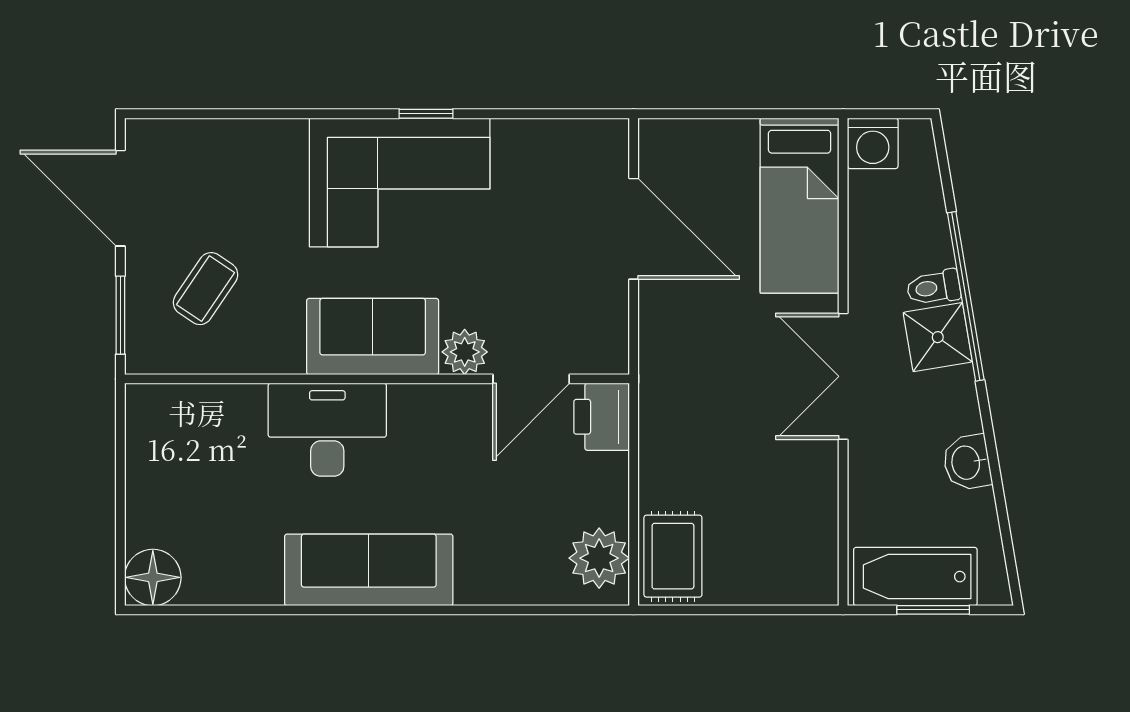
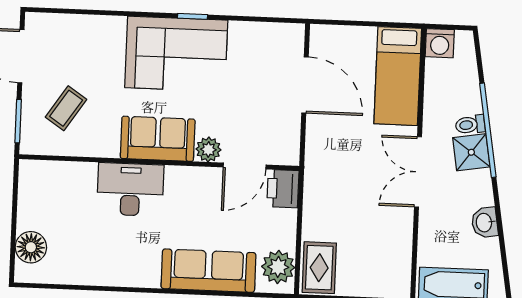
sofa: (369, 570) -> (209, 271), moved
floor lamp: (153, 577) -> (31, 247), moved

